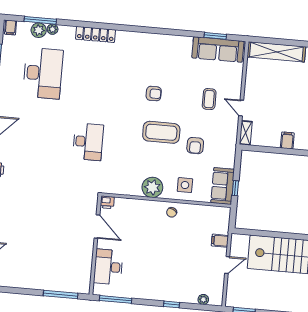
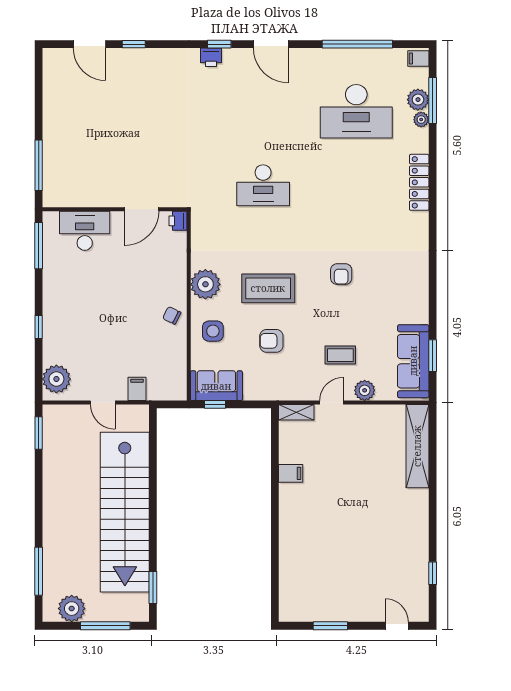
plant: (235, 85) -> (365, 390), added
coffee table: (161, 132) -> (268, 288), moved, turned 90
plant: (203, 299) -> (56, 379), width x1.87, depth x1.87

